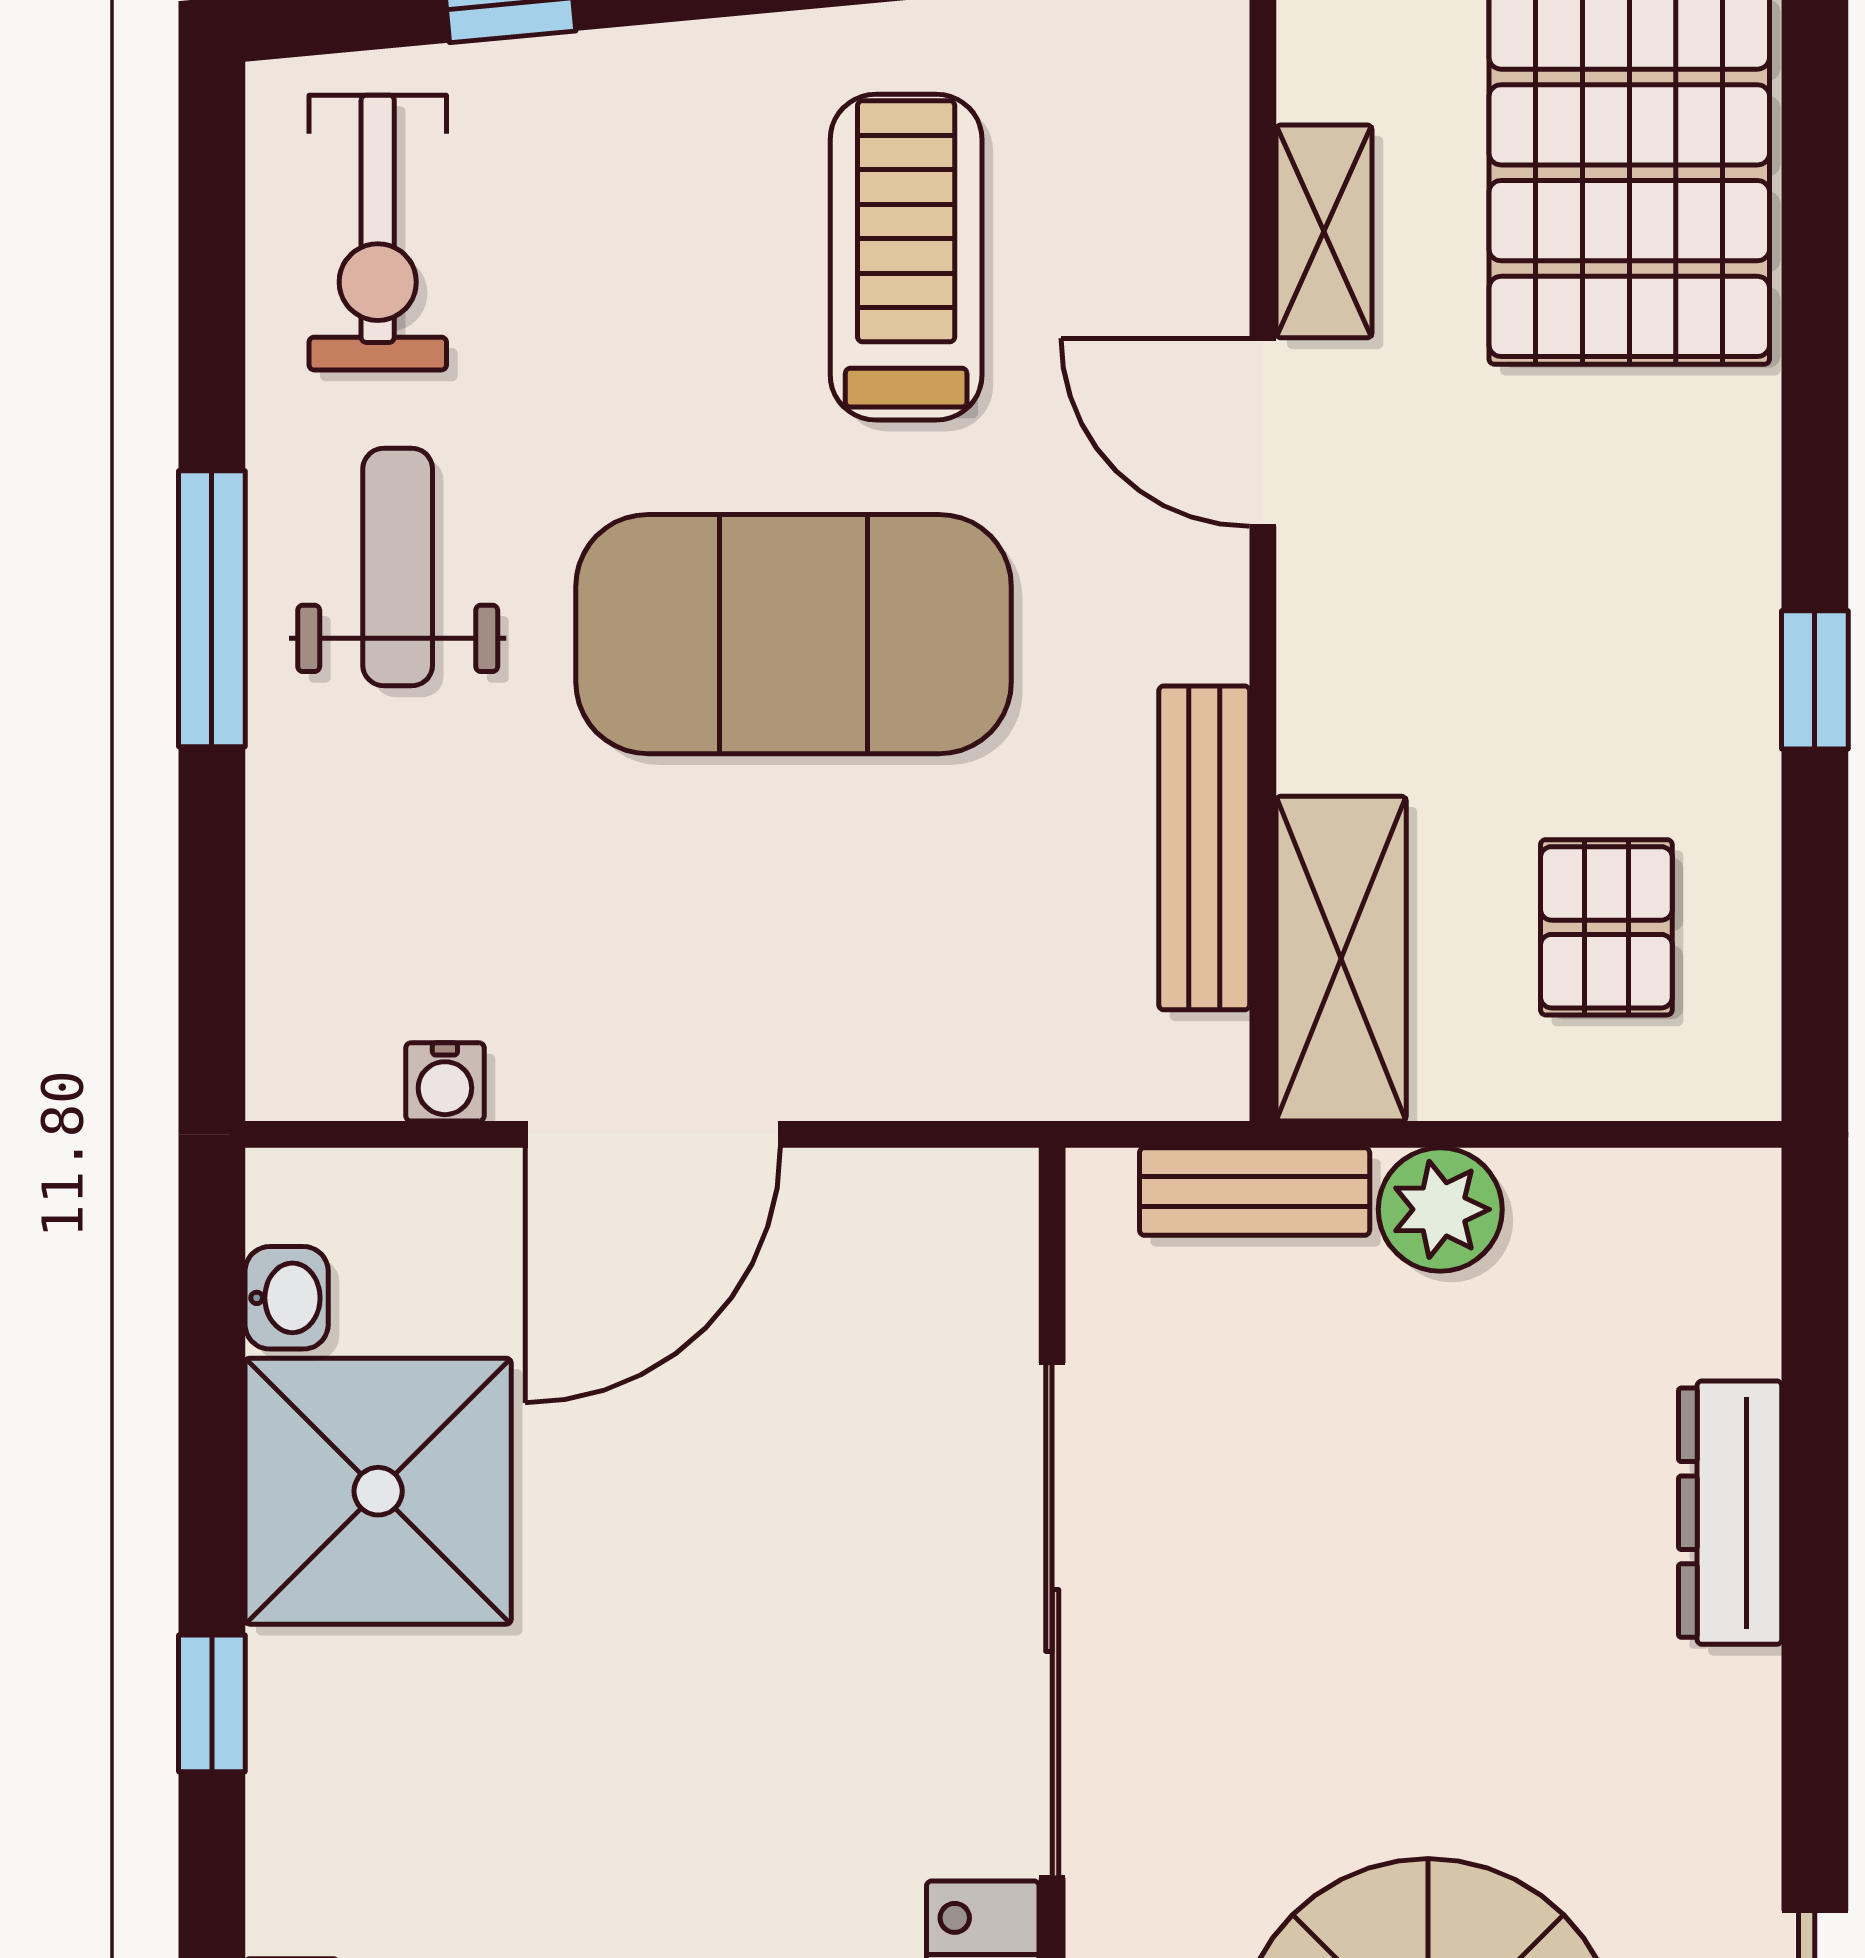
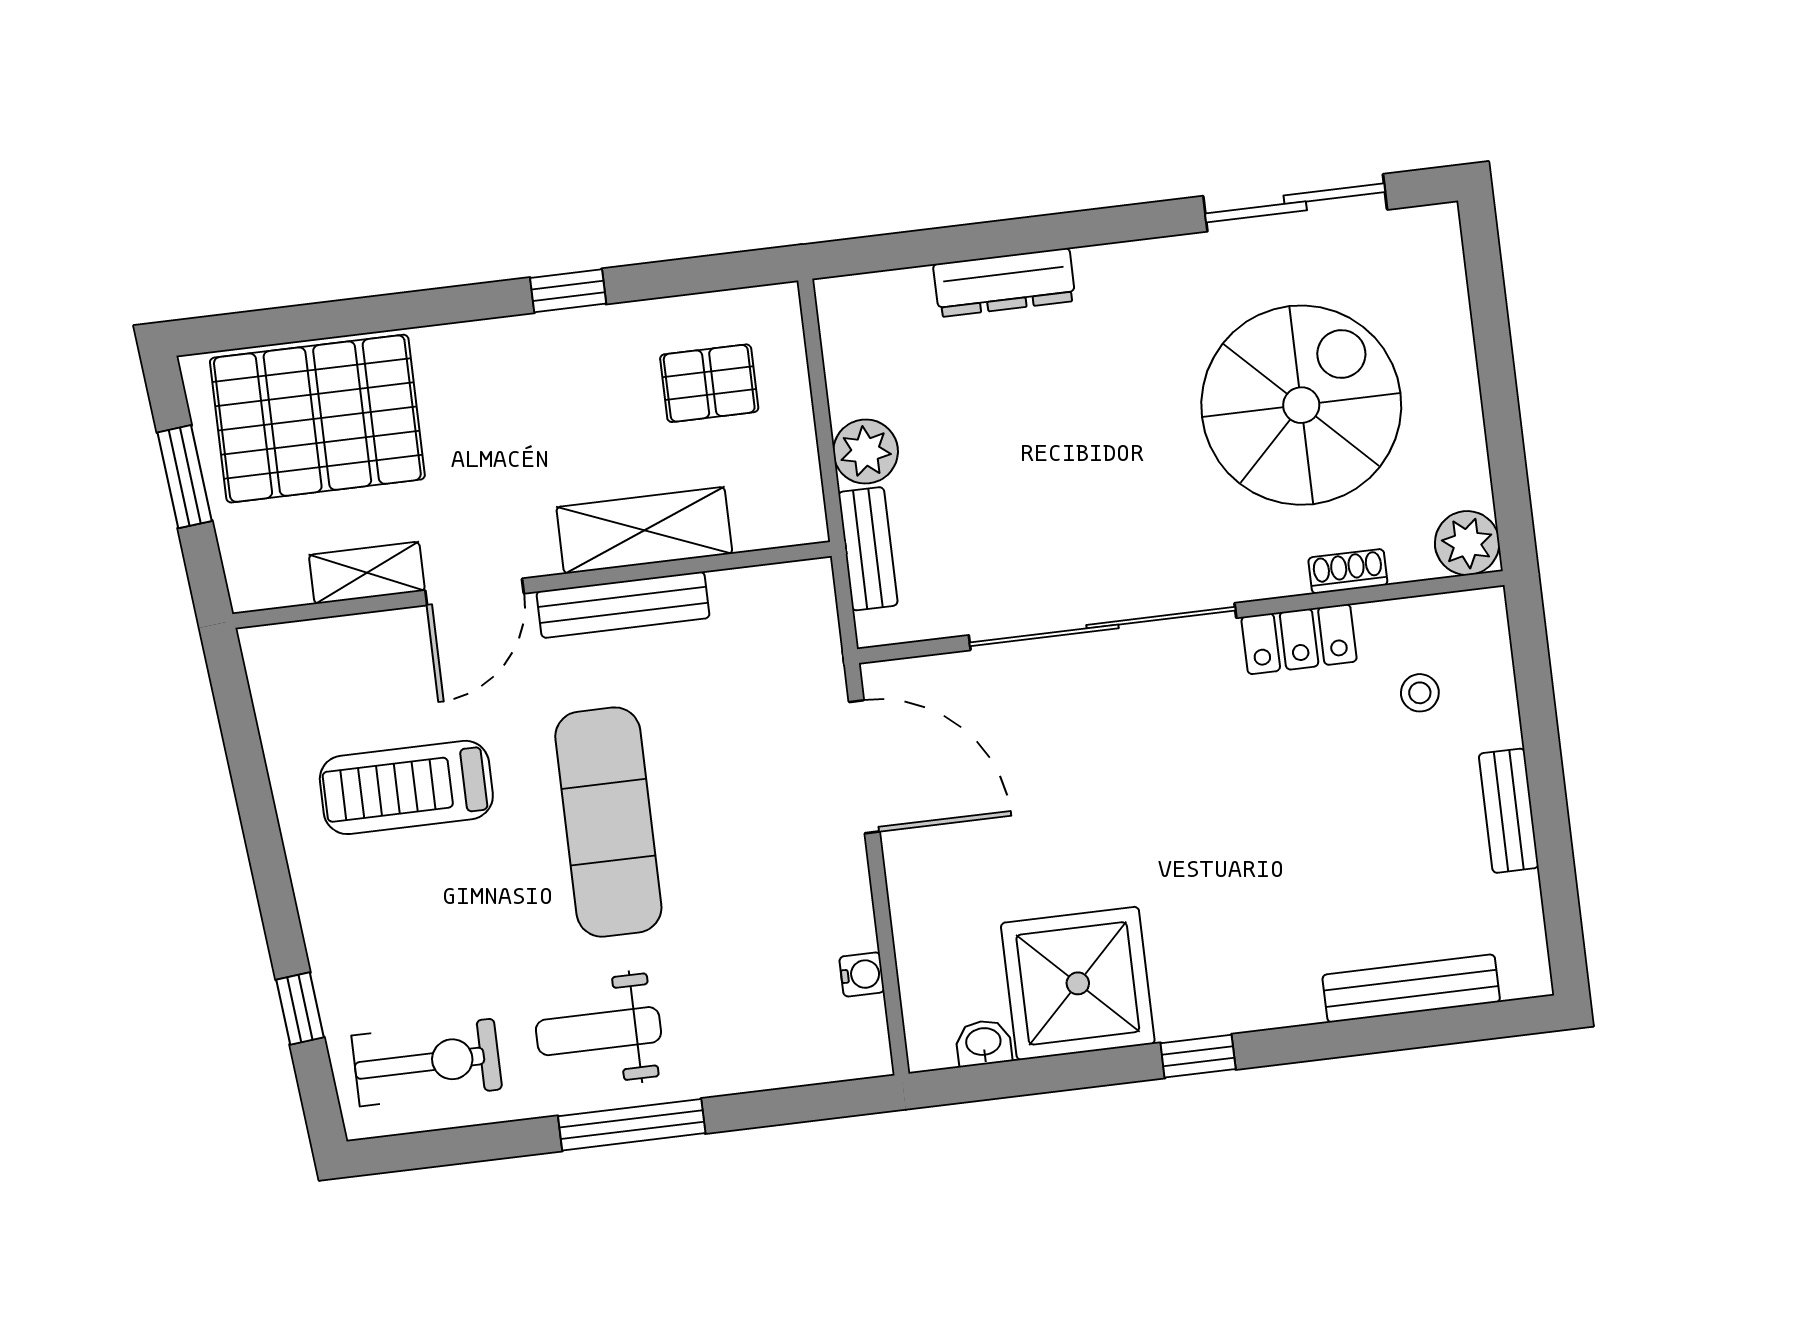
exercise mat: (794, 634) -> (608, 822), width x0.68
bench: (1204, 848) -> (623, 605), moved
shelving: (1341, 959) -> (644, 530), moved
door: (653, 1134) -> (864, 767), moved

